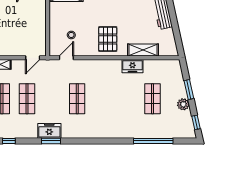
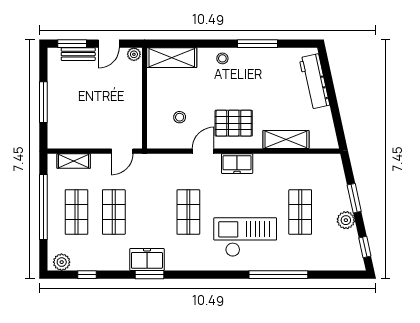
pallet: (108, 39) -> (234, 123), turned 90
door: (66, 58) -> (203, 151), moved
freezer: (132, 66) -> (237, 164), moved
checkout: (115, 116) -> (245, 237), added
window: (153, 141) -> (278, 275), moved

